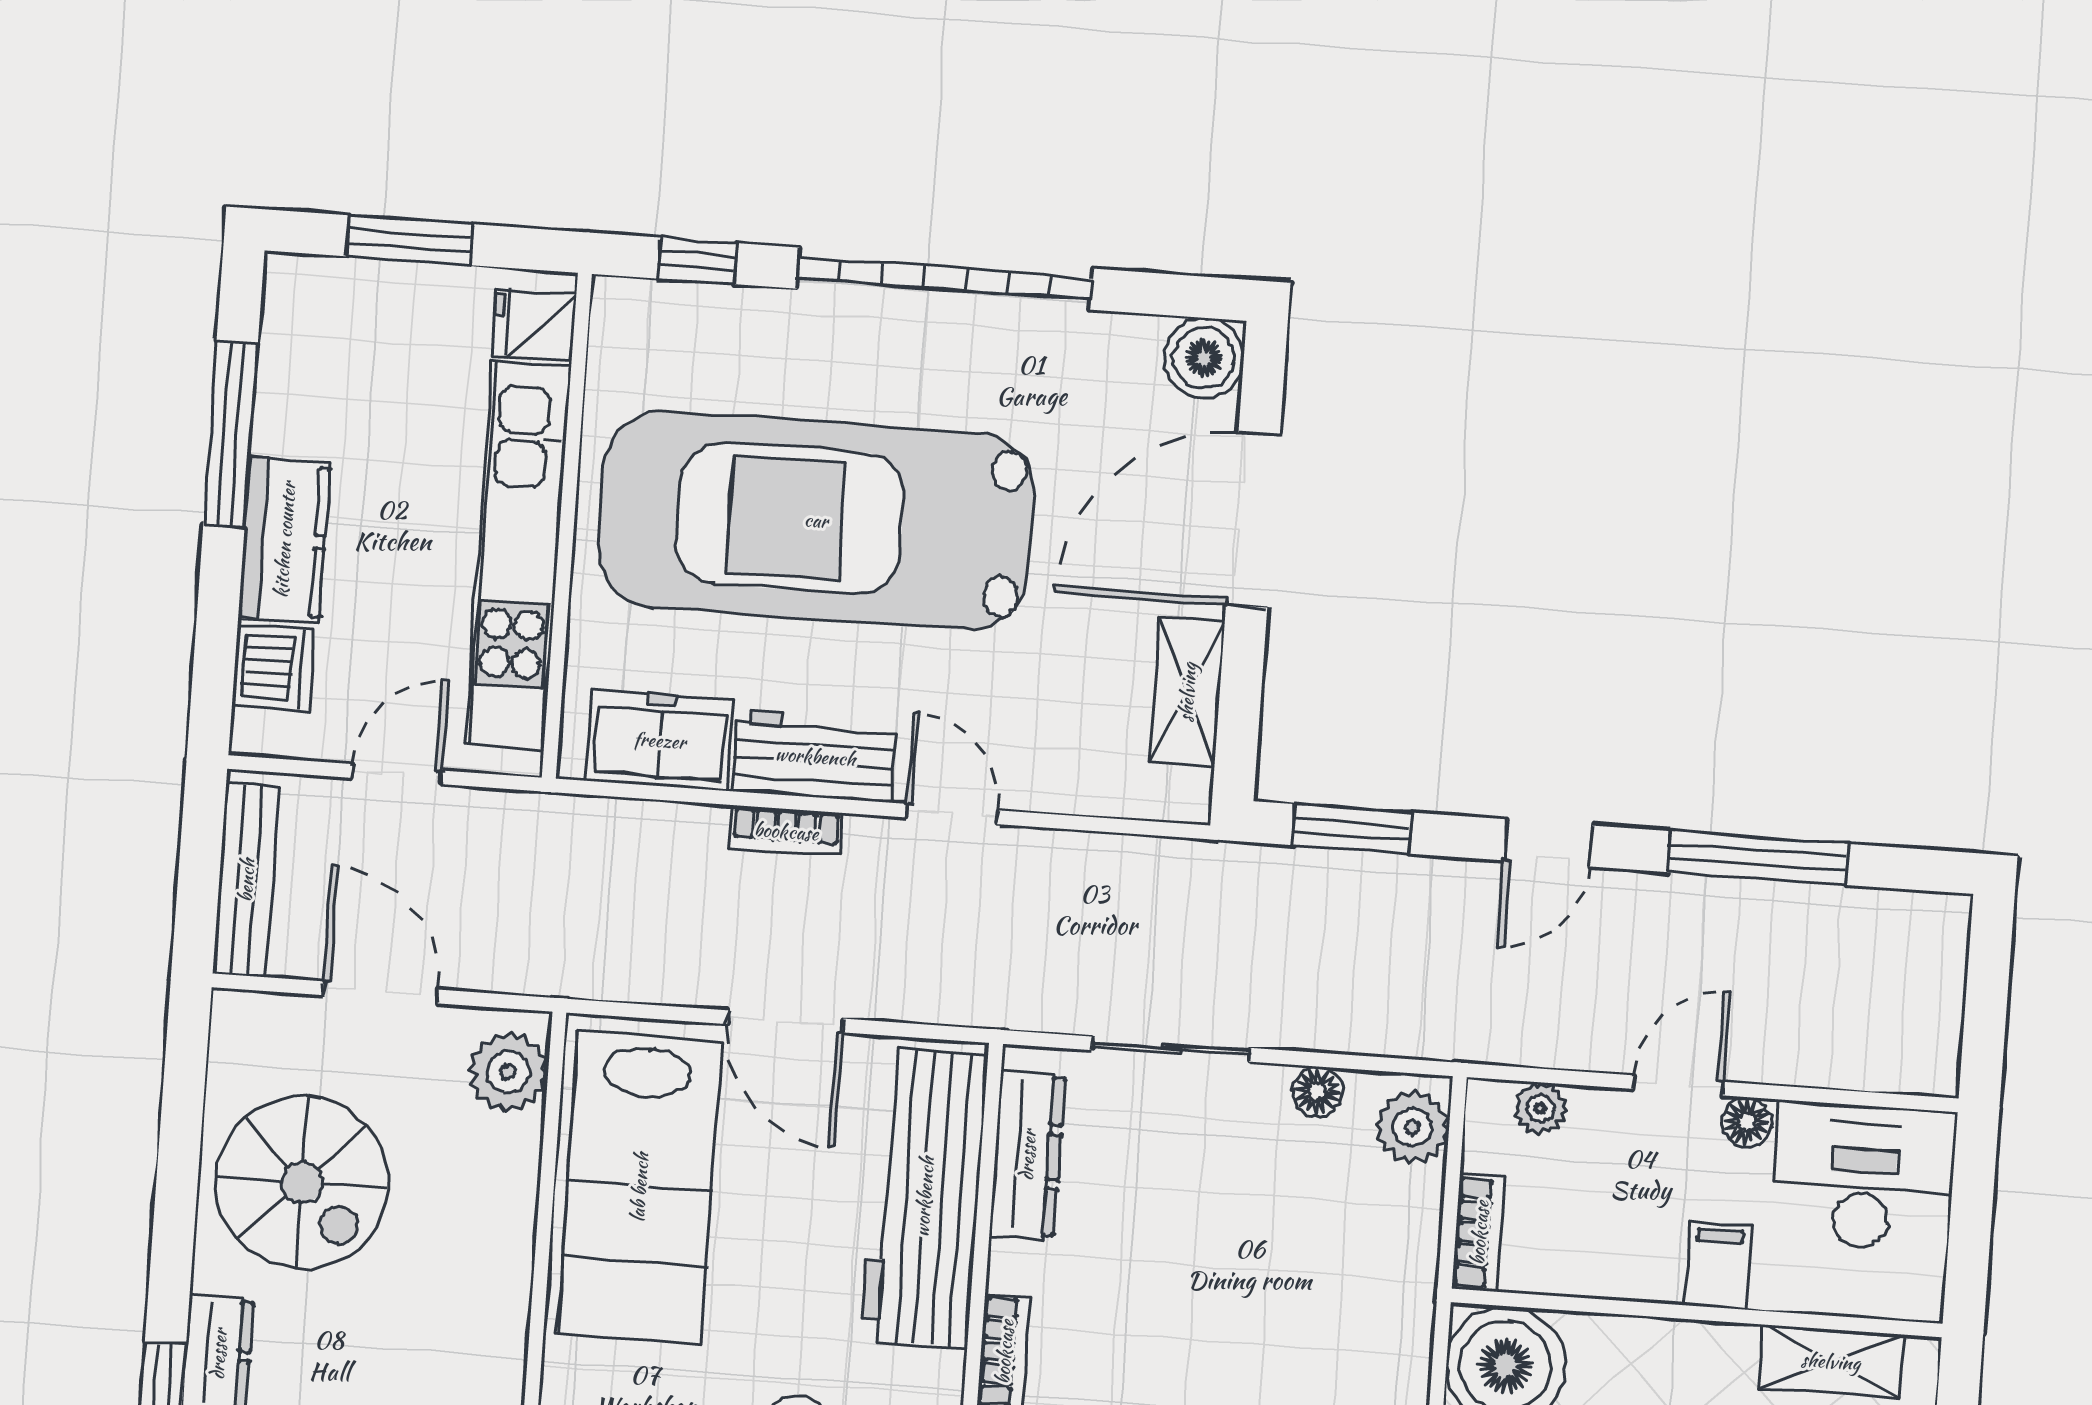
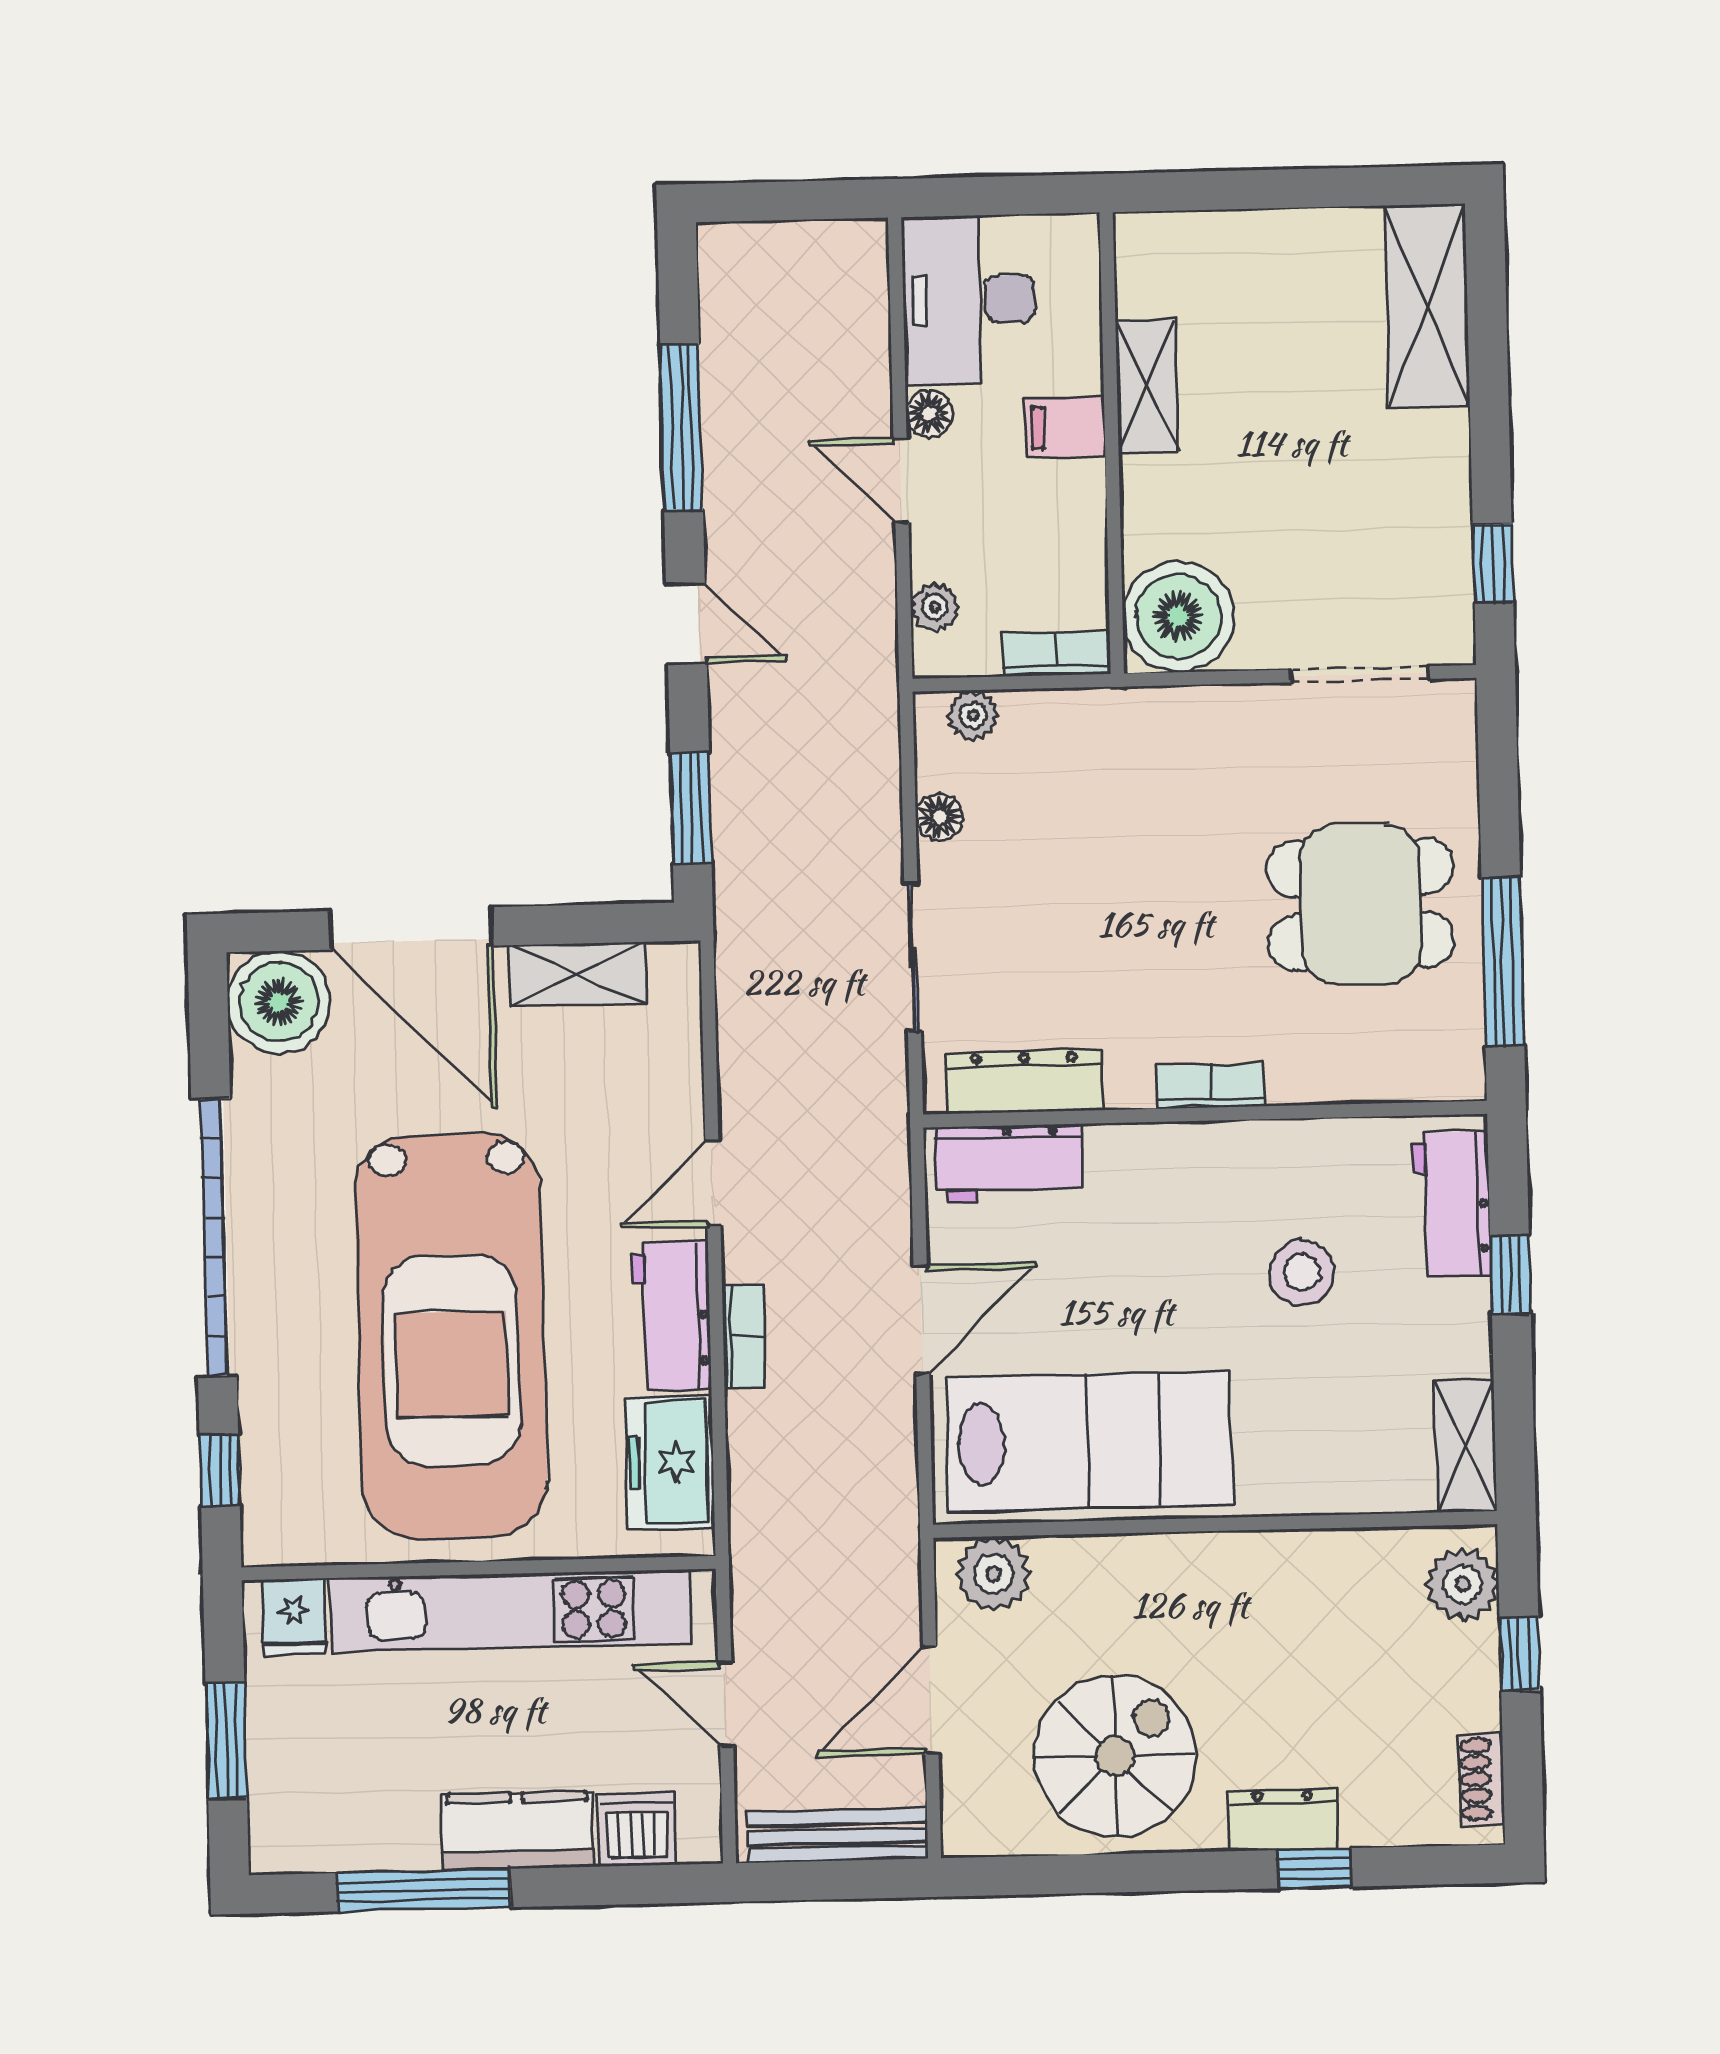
boiler: (1204, 358) -> (279, 1002), width x1.37, depth x1.37
plant: (1412, 1127) -> (973, 715), width x0.73, depth x0.73
workbench: (924, 1197) -> (1009, 1163), width x0.53, depth x0.76
shelving: (1831, 1361) -> (1147, 386), moved

